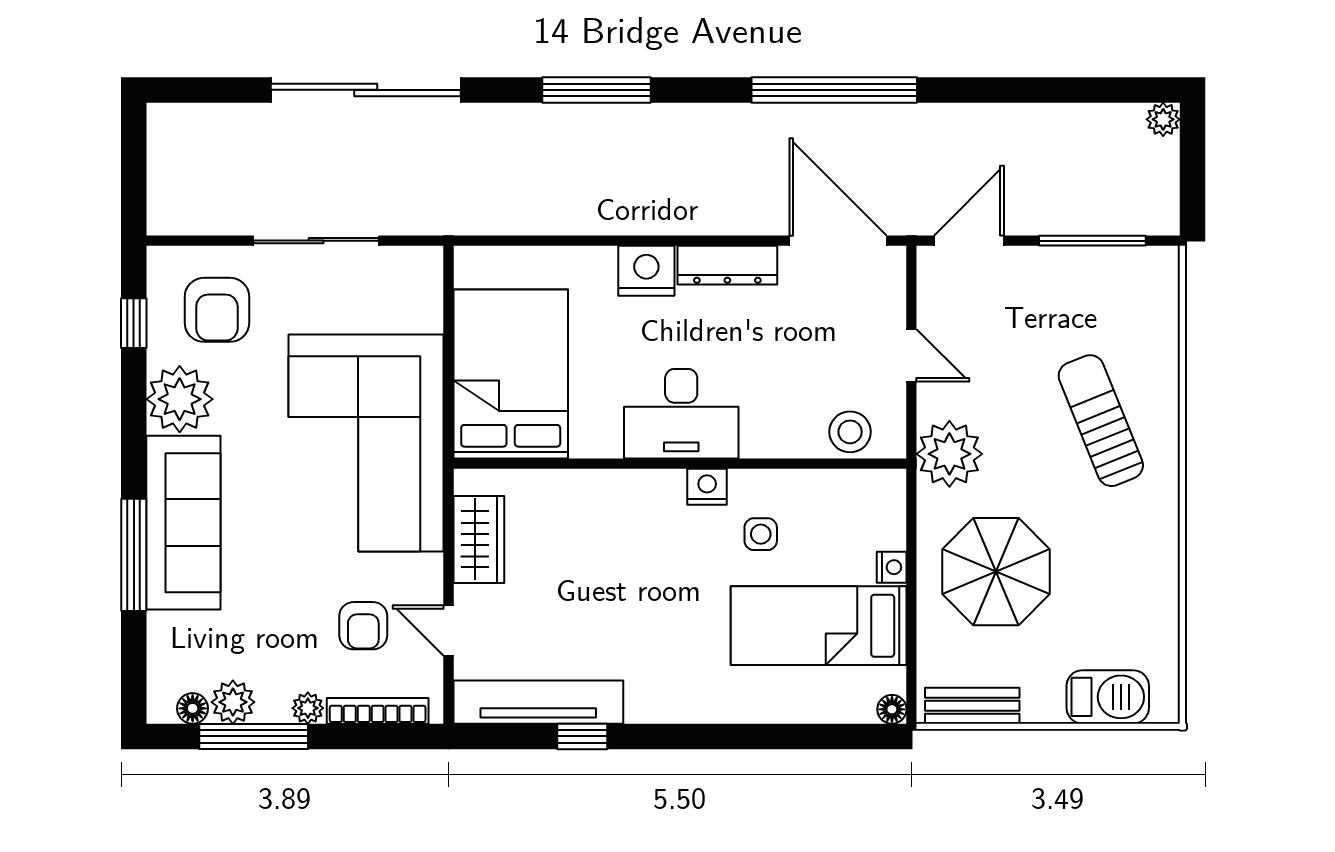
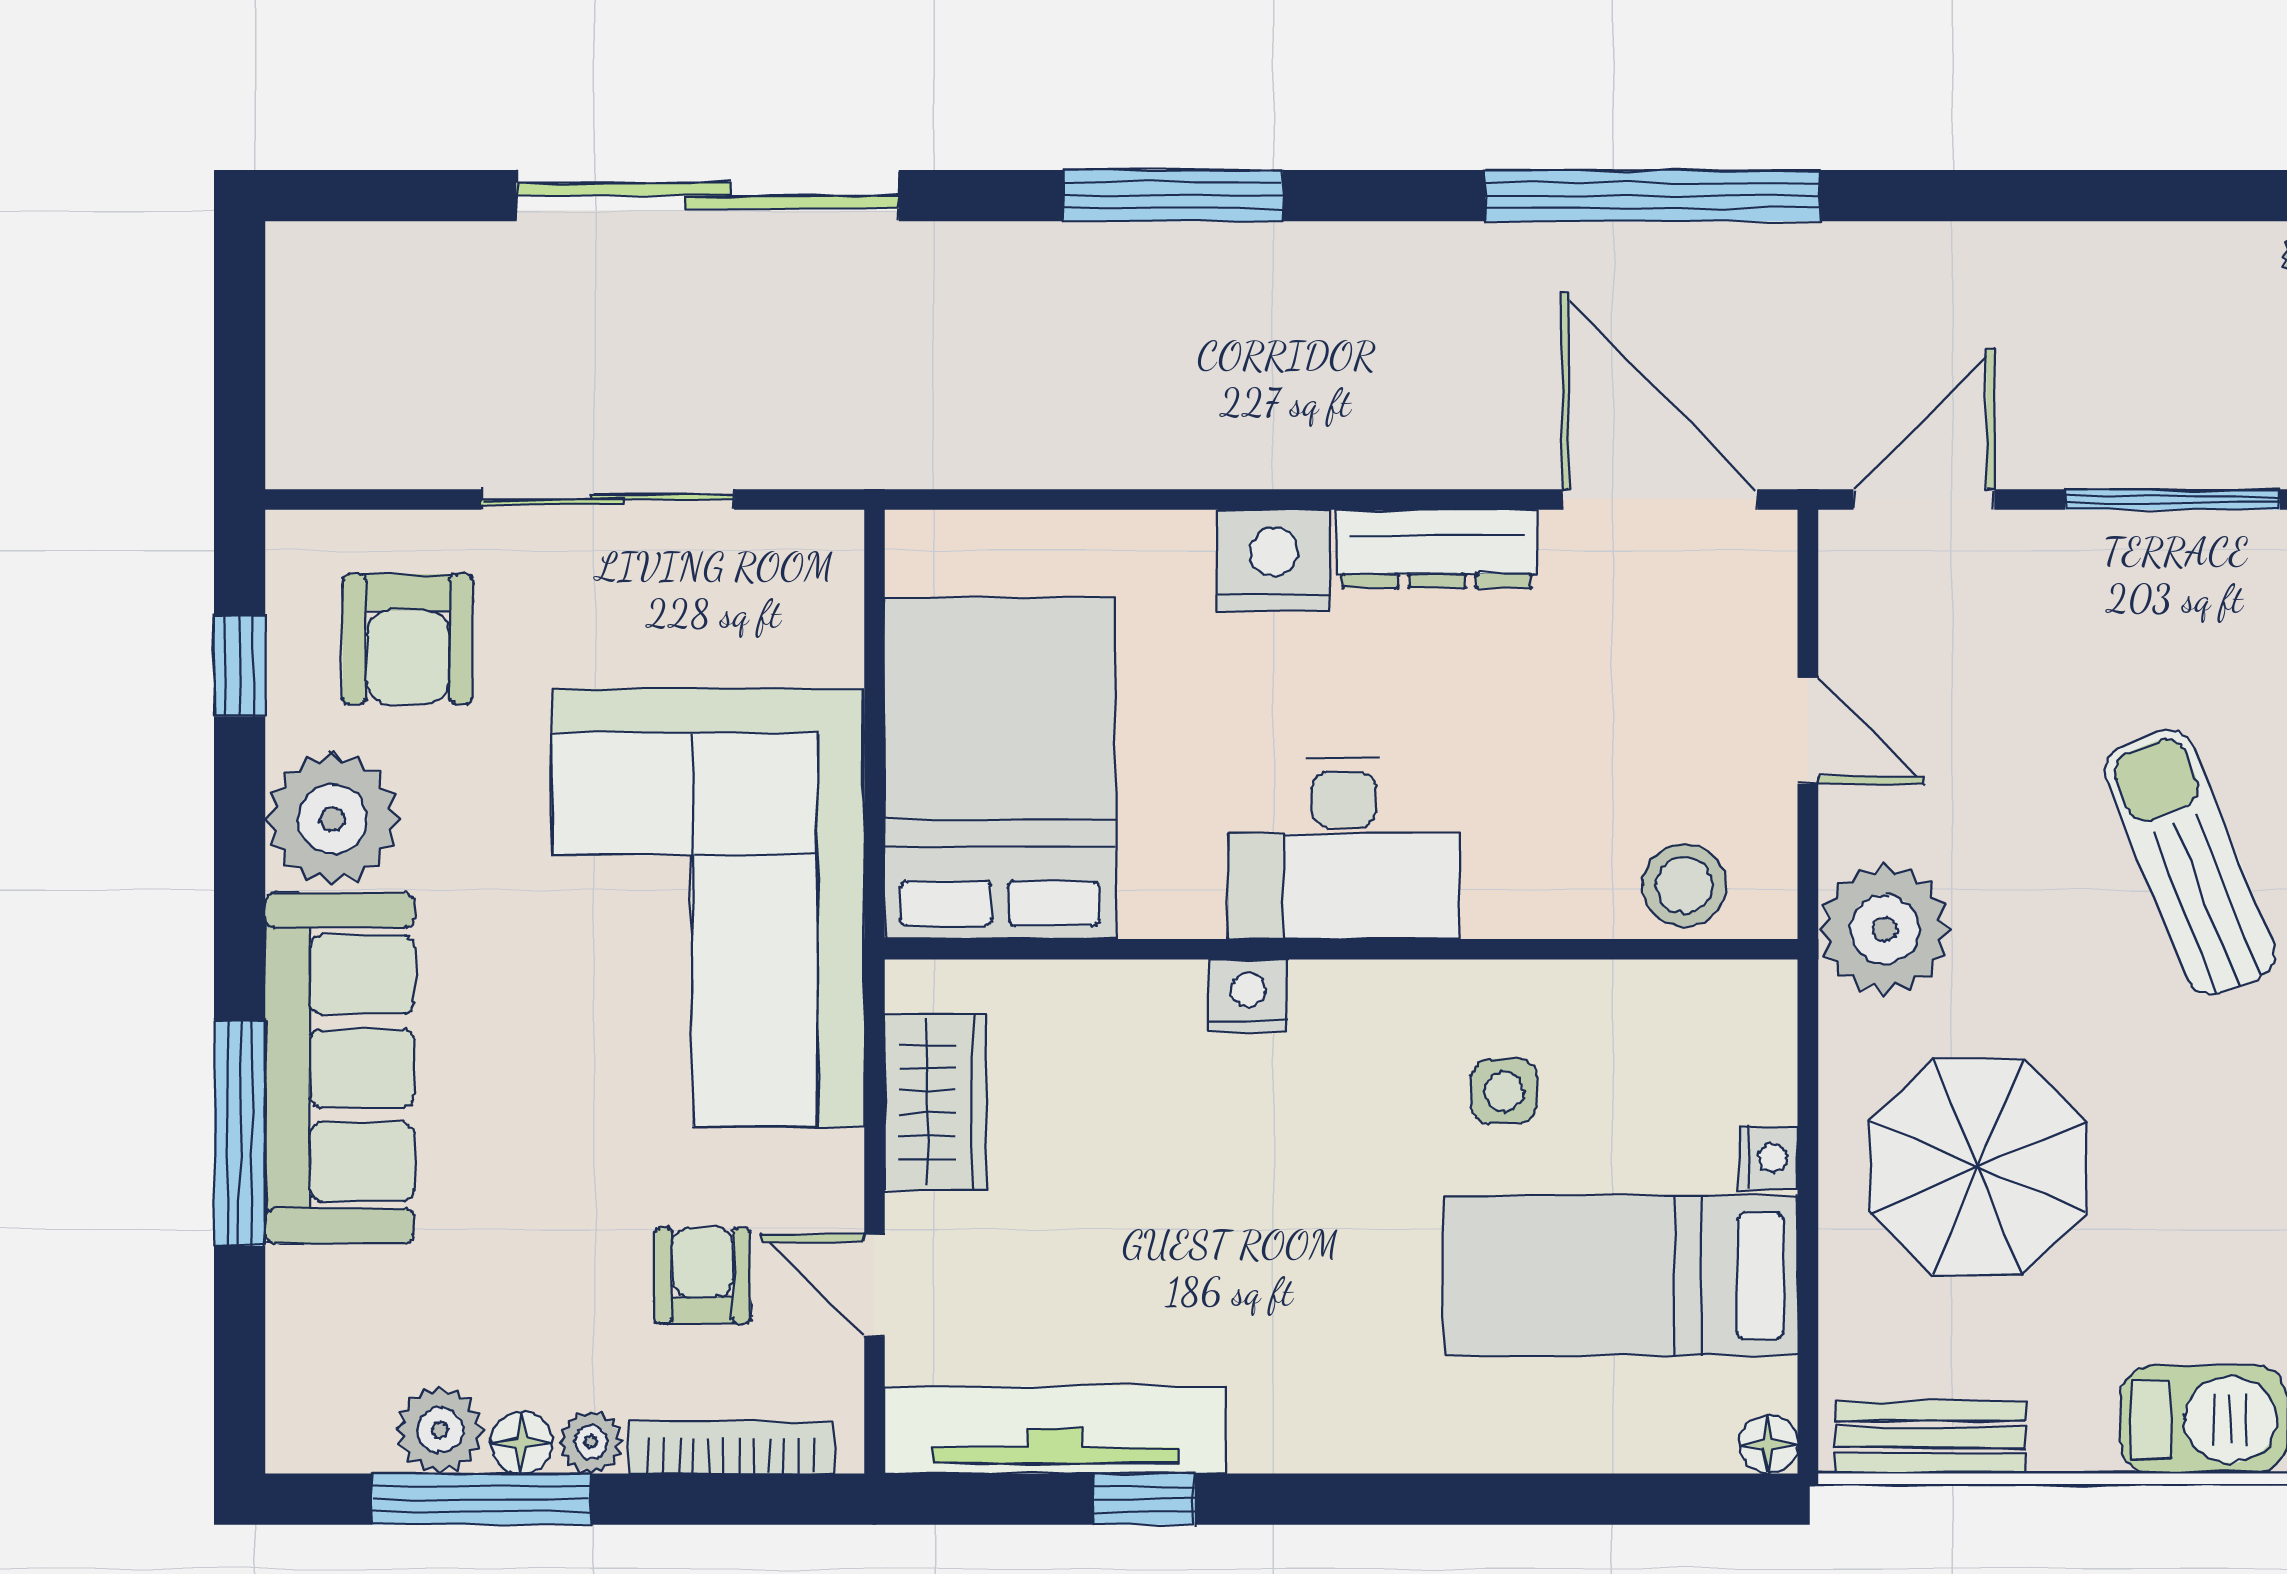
nightstand: (707, 487) -> (1248, 996), moved
armchair: (363, 626) -> (703, 1276), turned 180
floor lamp: (193, 708) -> (521, 1443), moved

